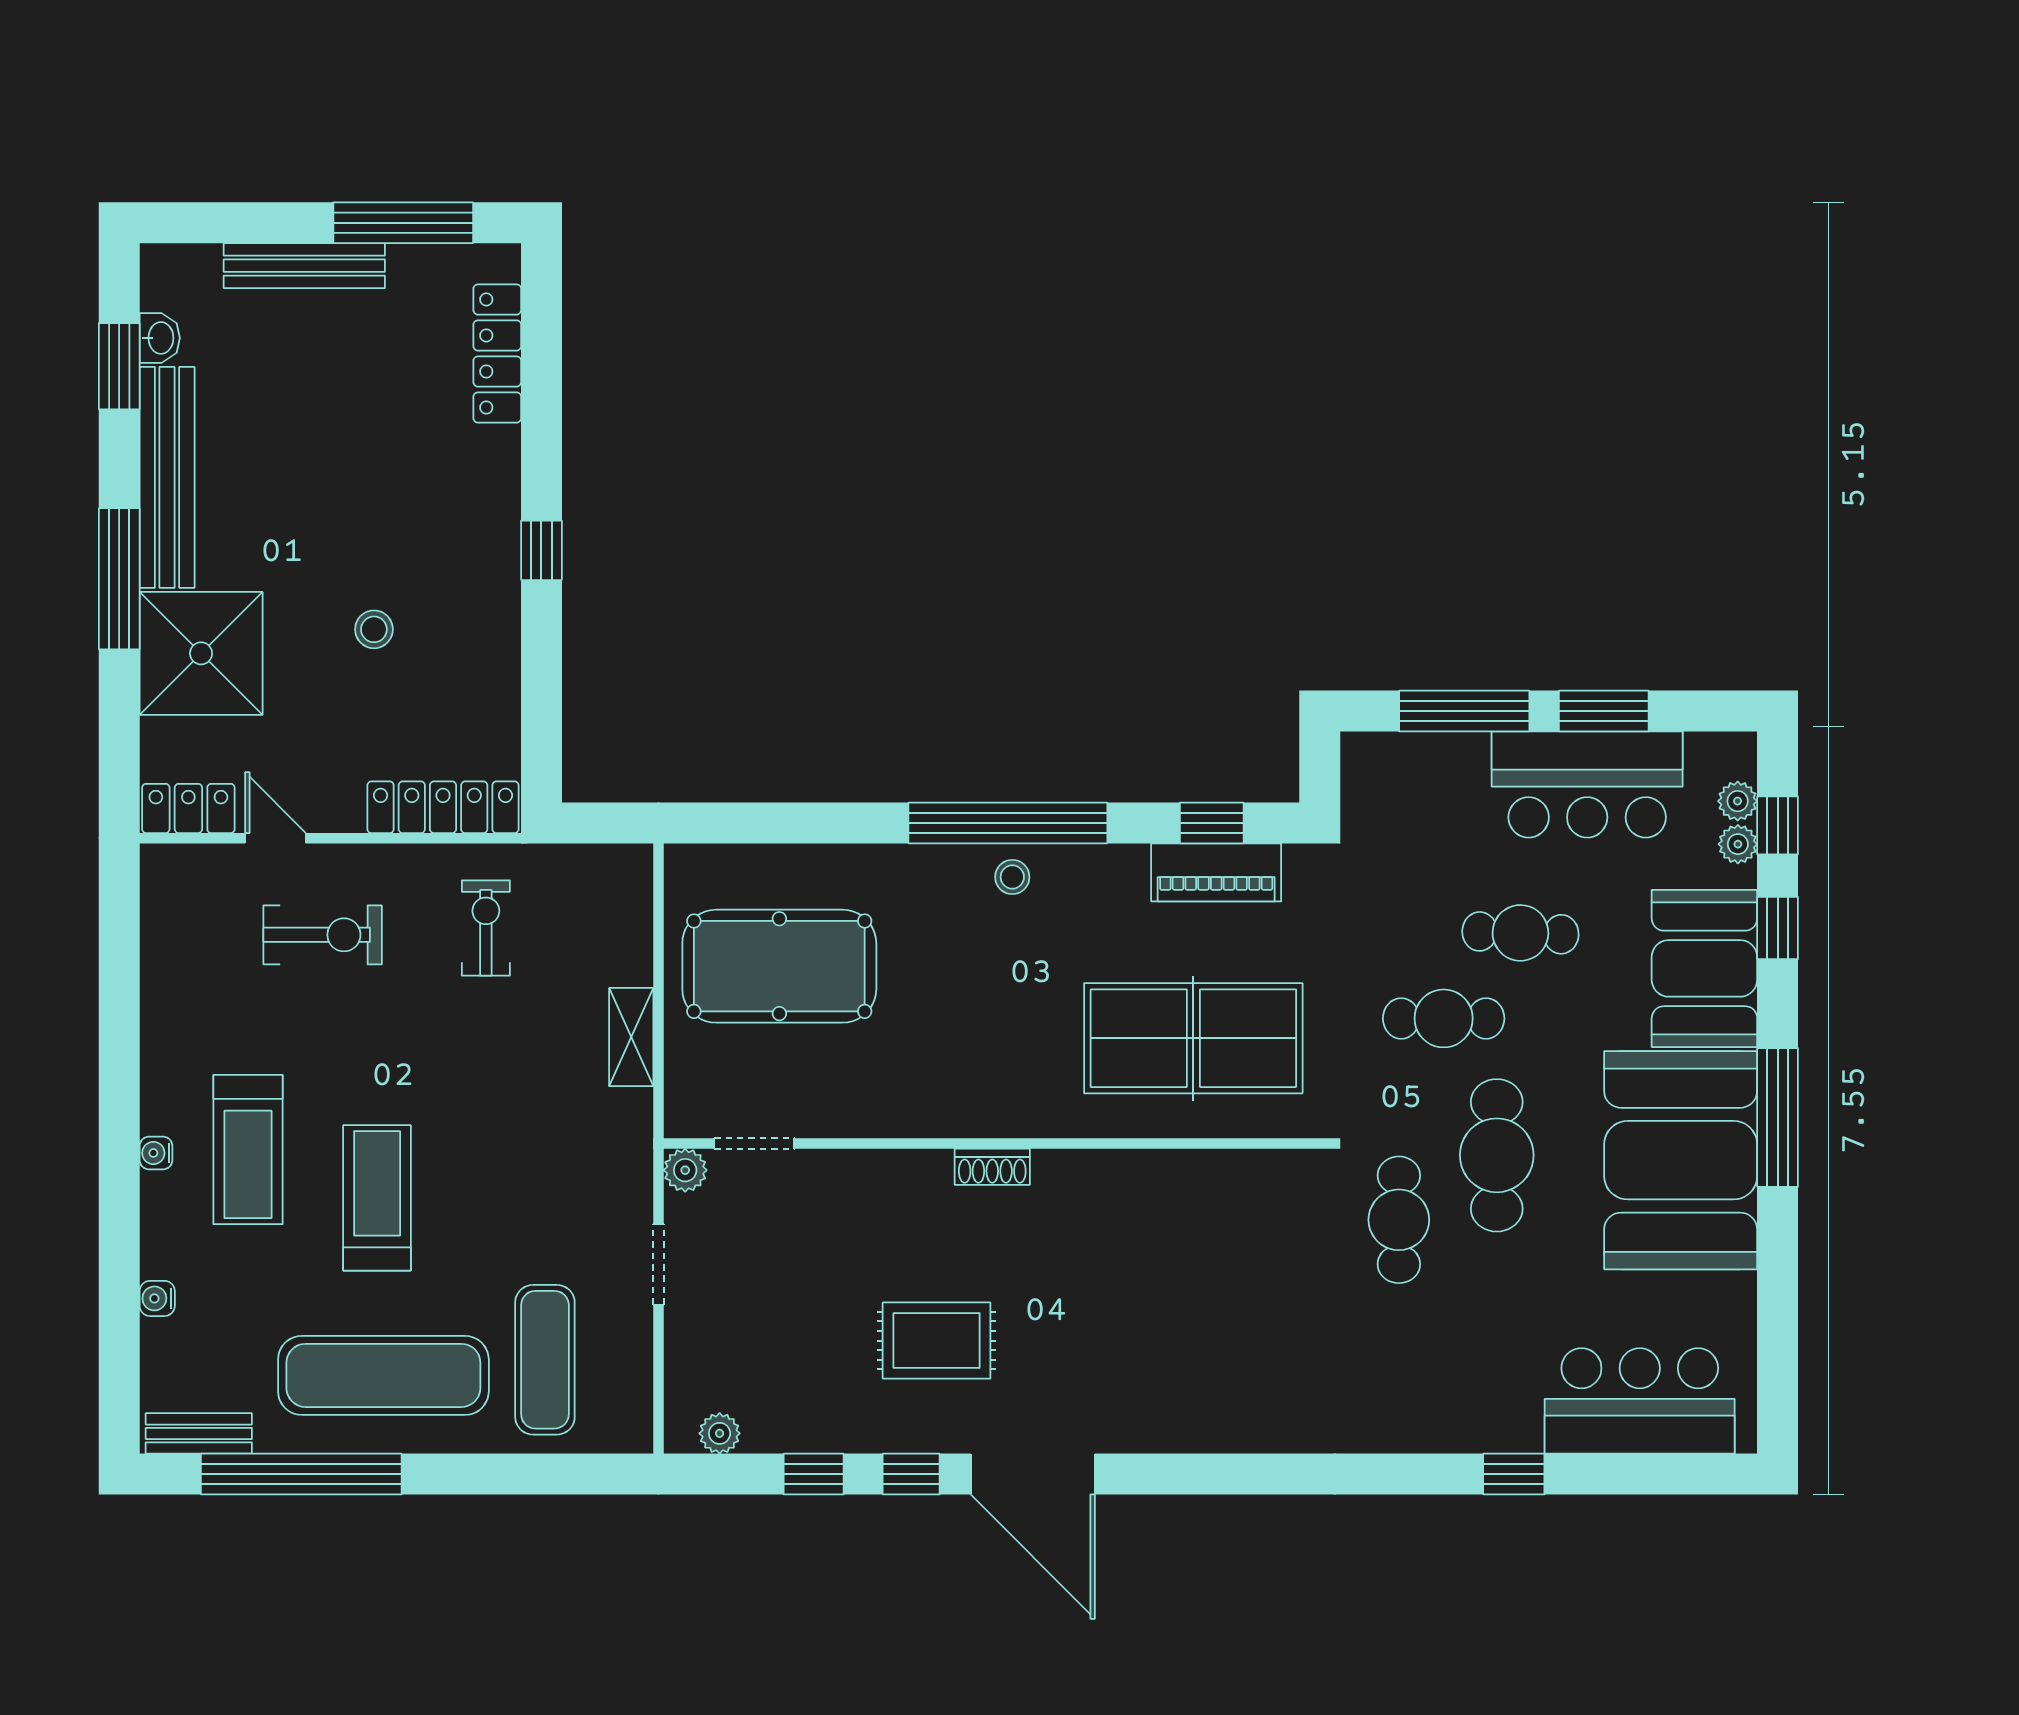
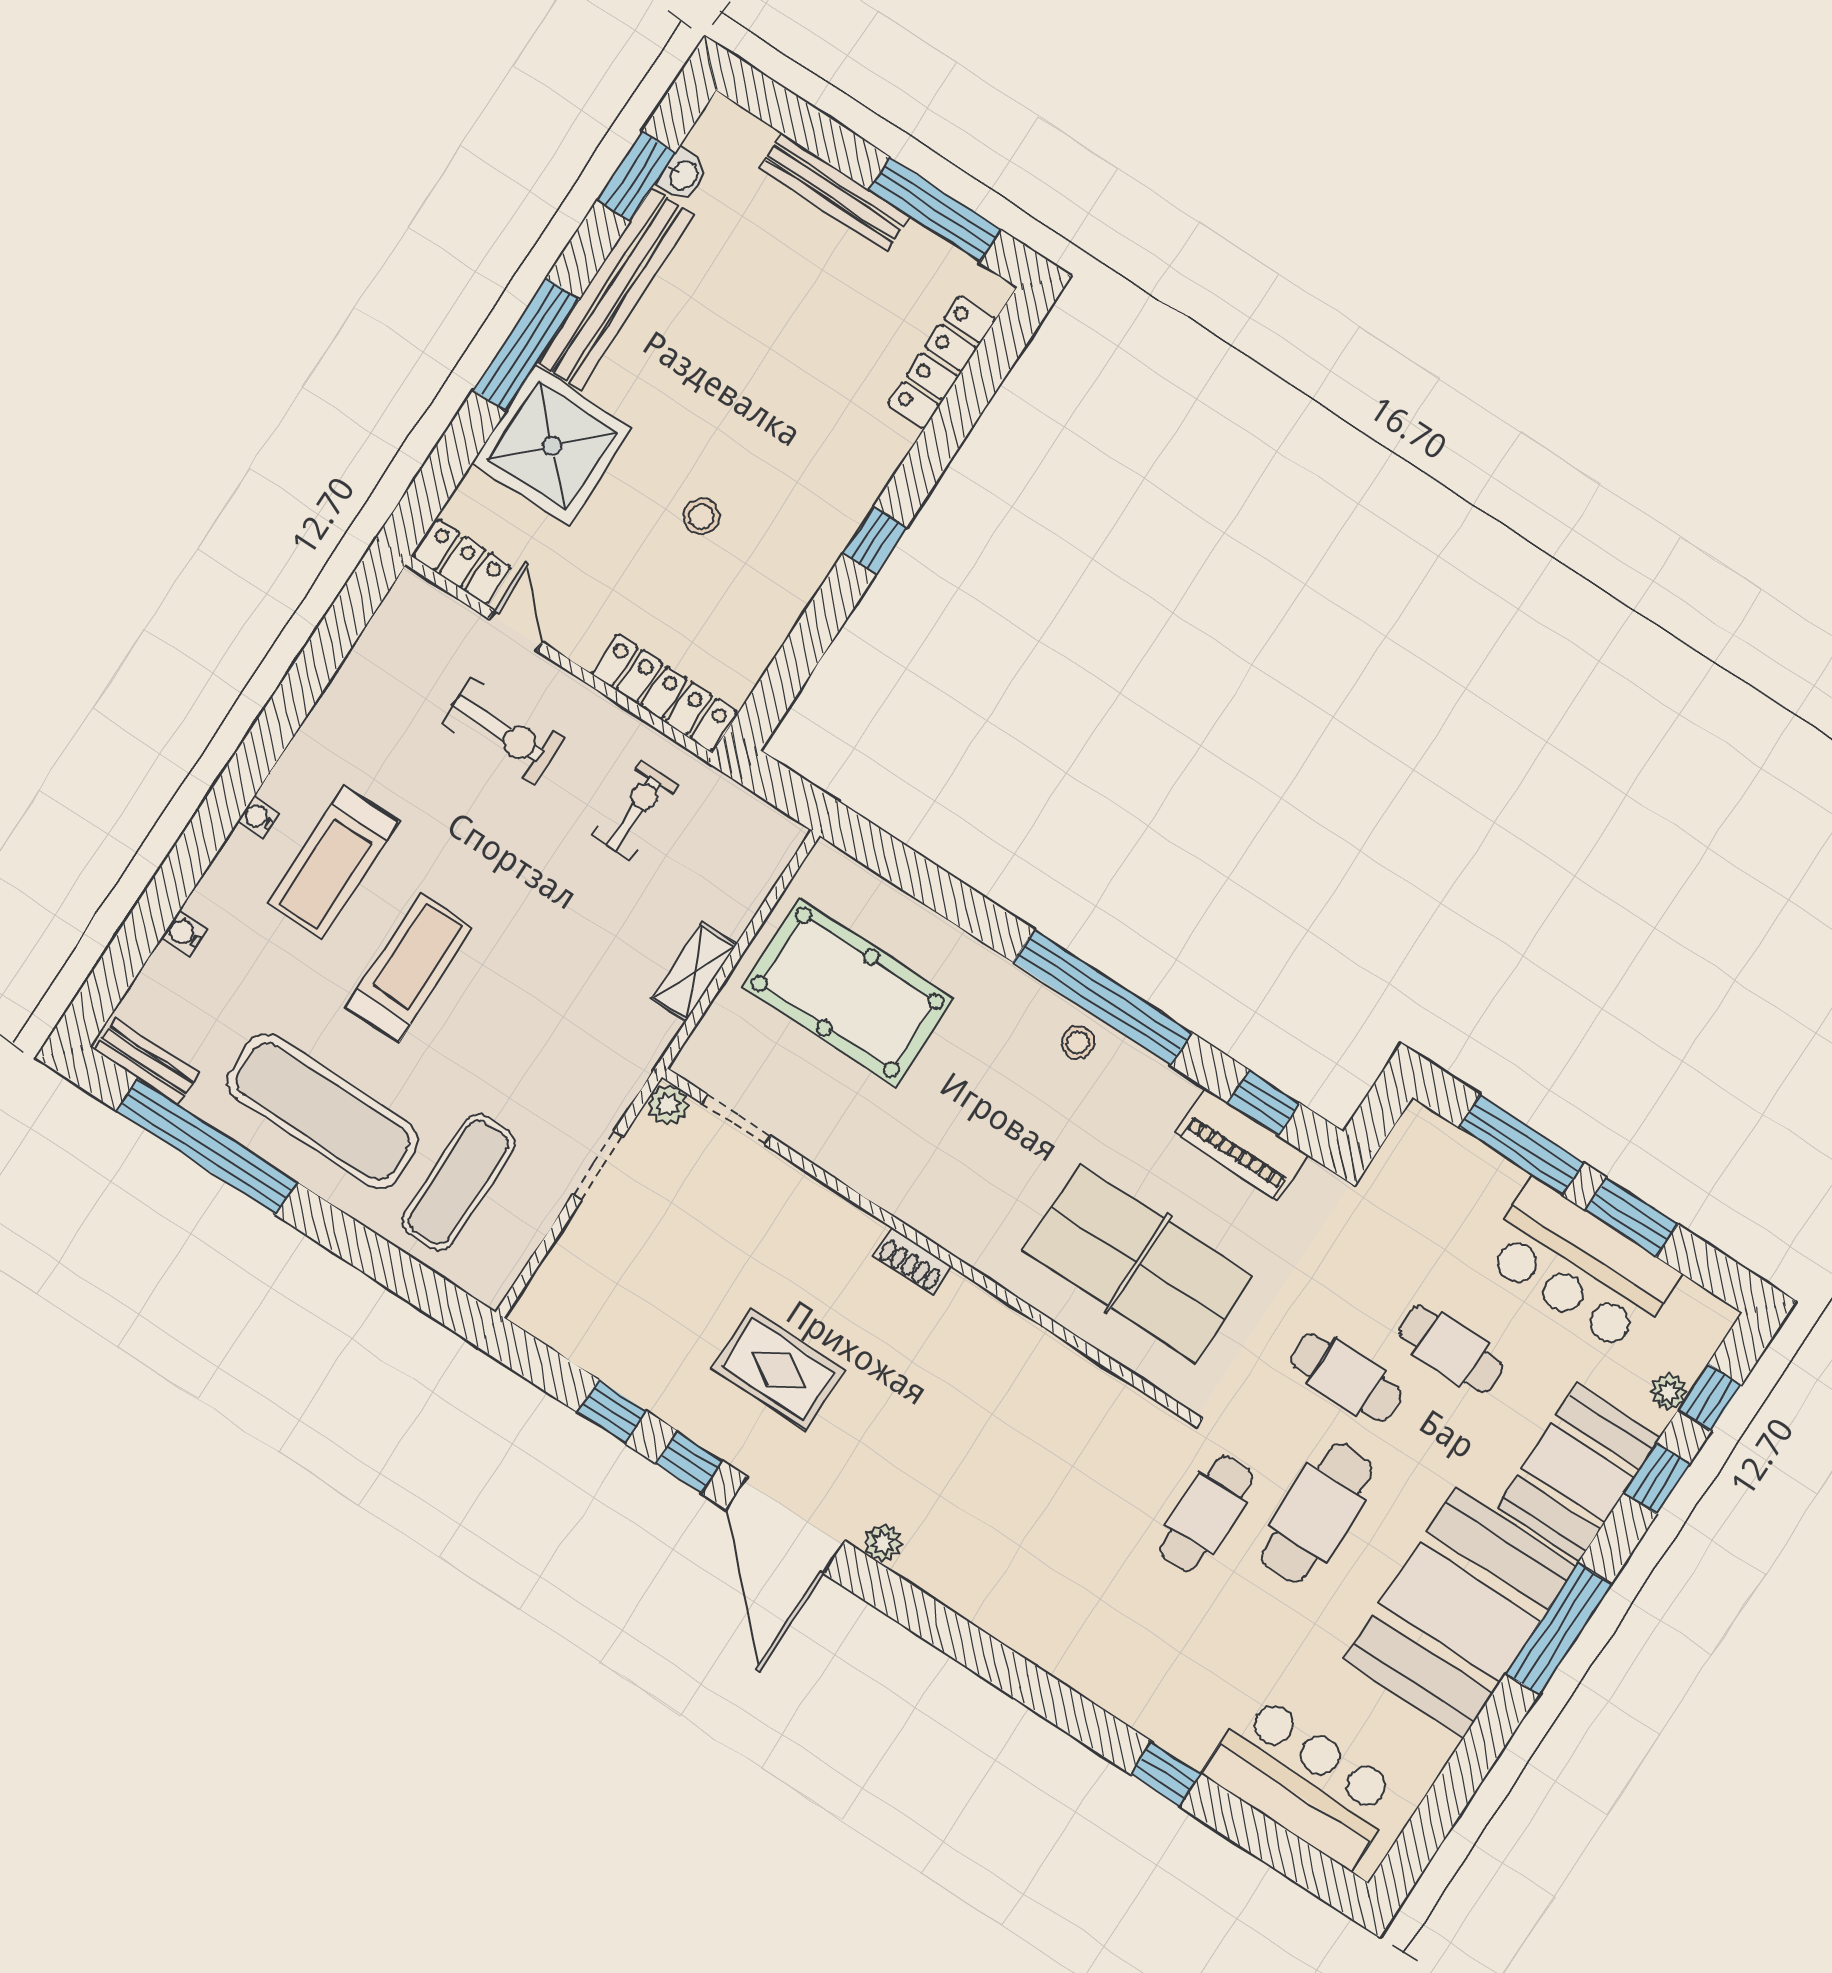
plant: (1738, 801) -> (1691, 1358), removed
plant: (720, 1433) -> (883, 1543), moved

